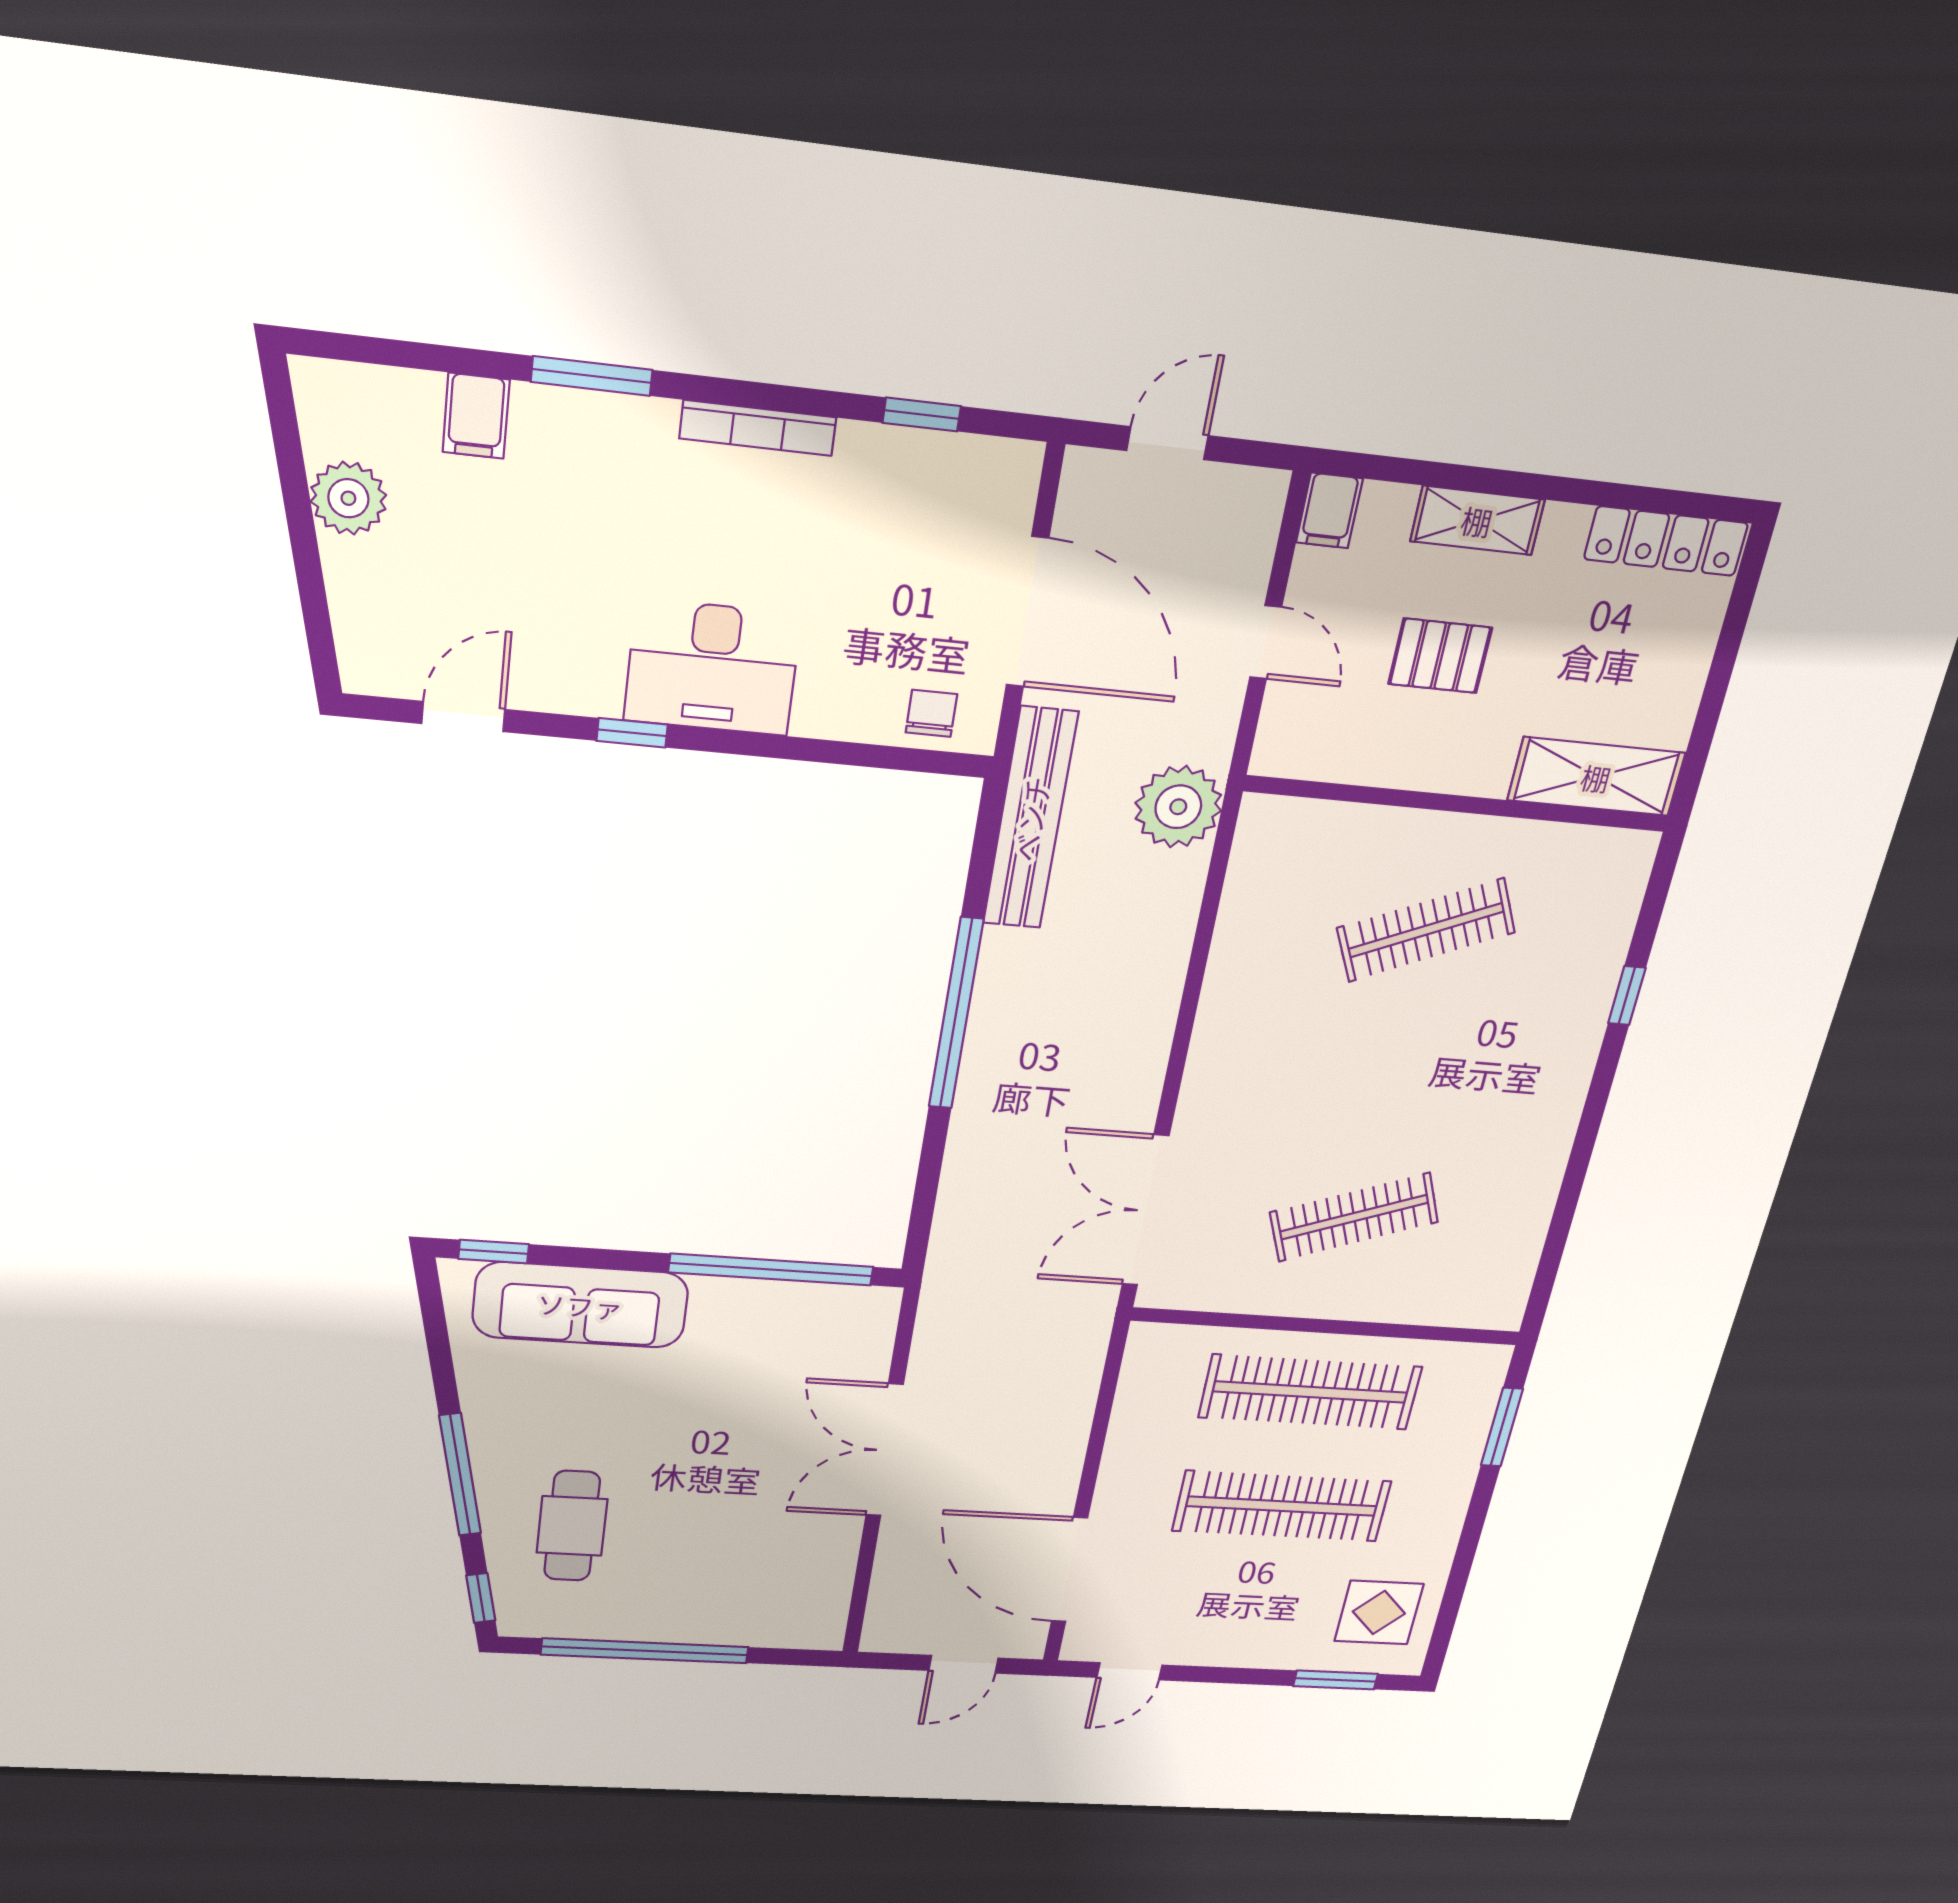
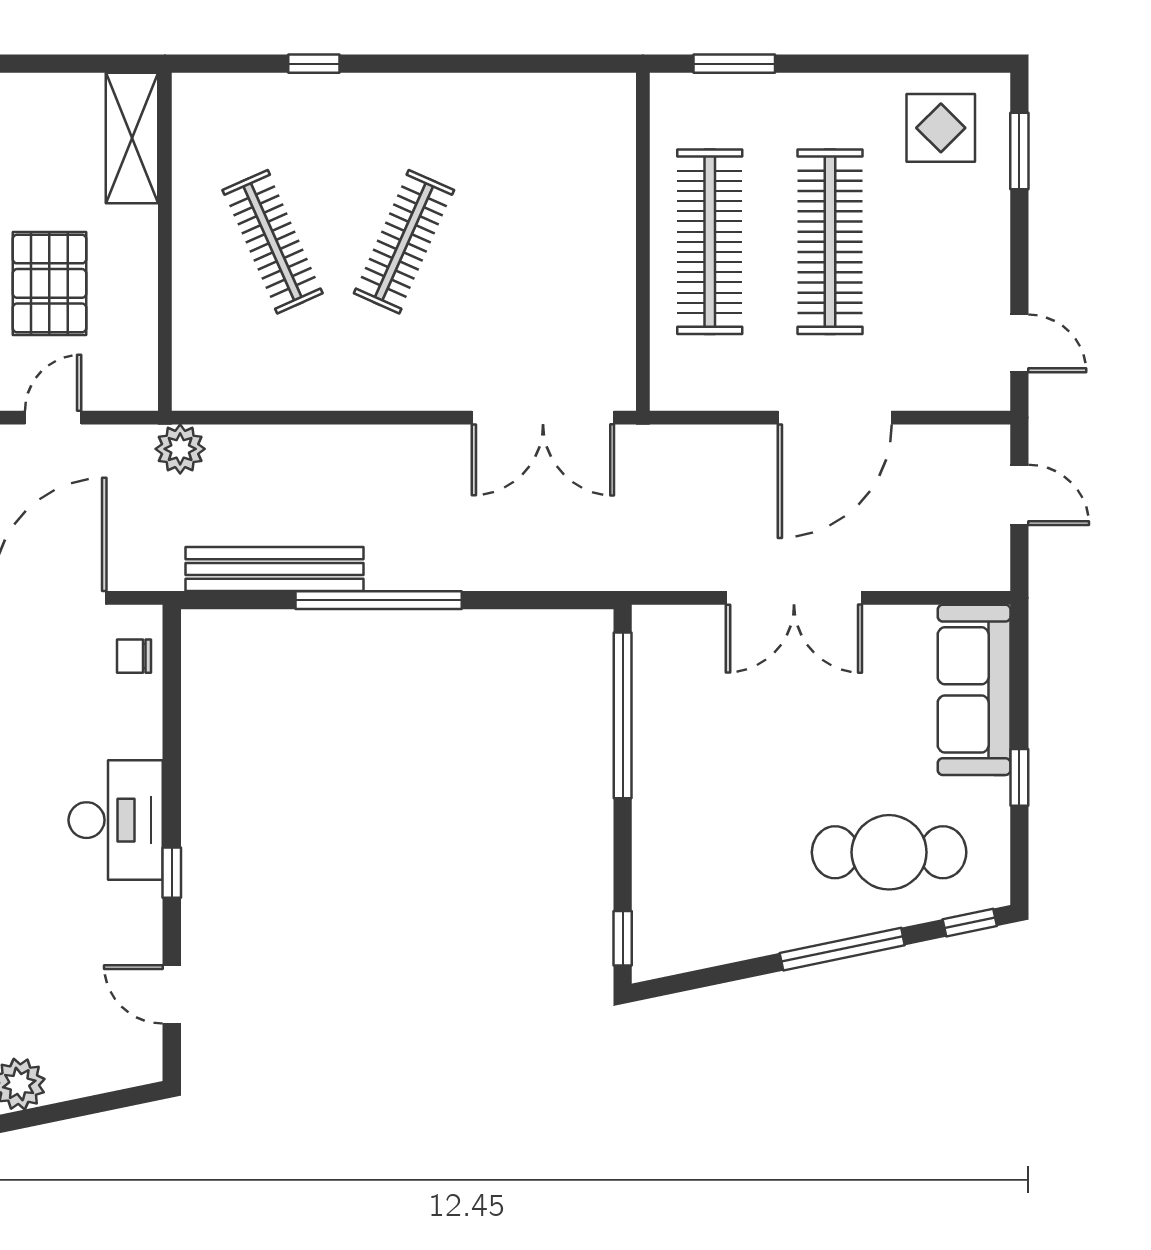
pallet: (1440, 656) -> (49, 283), width x1.50, depth x1.42
plant: (1178, 807) -> (180, 449), width x0.73, depth x0.73
bench: (1030, 819) -> (274, 569), moved
clothes rail: (1354, 1217) -> (404, 242), moved, turned 45
sofa: (580, 1305) -> (974, 690), moved, turned 180
cafe table: (572, 1526) -> (889, 852), width x1.37, depth x1.35
door: (1069, 1570) -> (835, 418), moved
window: (645, 1651) -> (1019, 777), width x0.32

